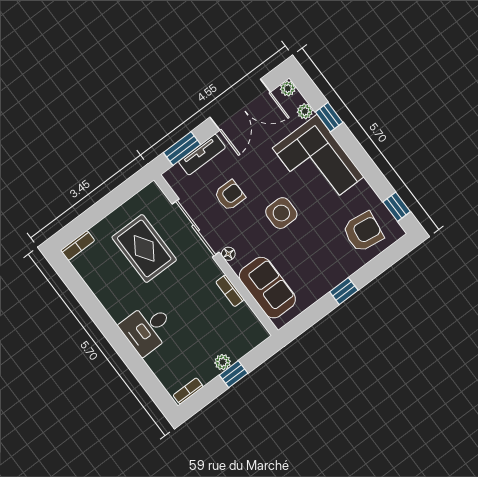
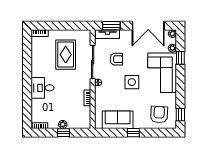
tv unit: (202, 155) -> (108, 34), moved
armchair: (363, 232) -> (159, 115), turned -95
sofa: (267, 288) -> (118, 120), moved, turned -90

